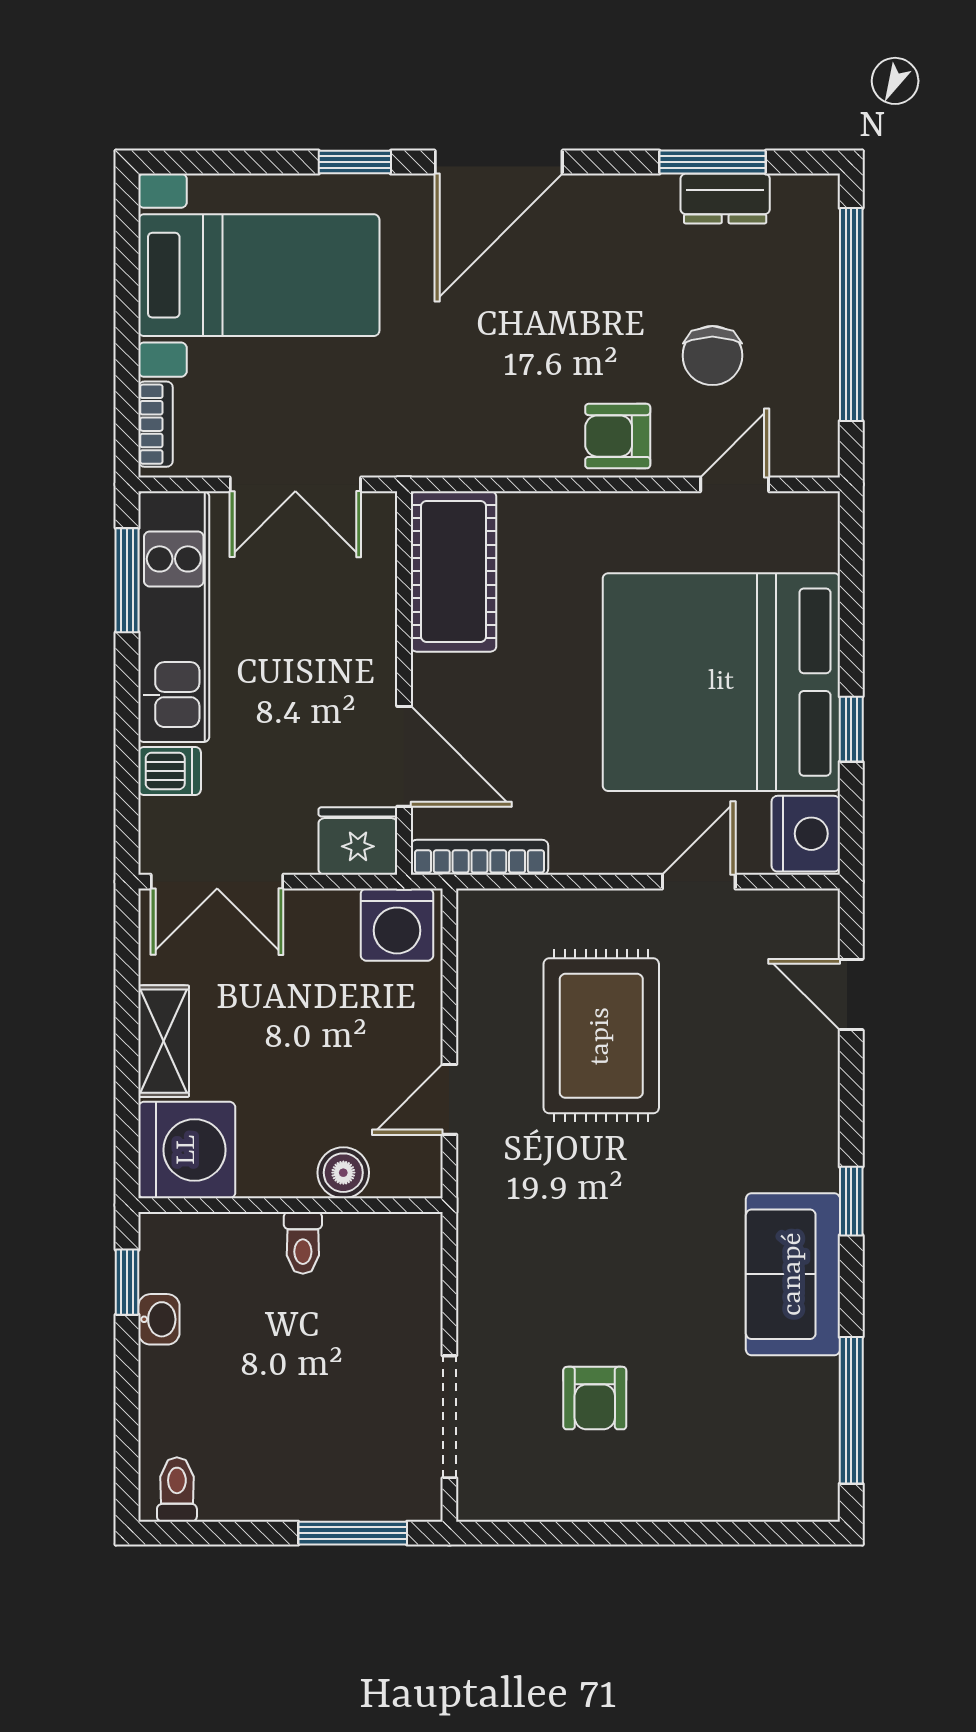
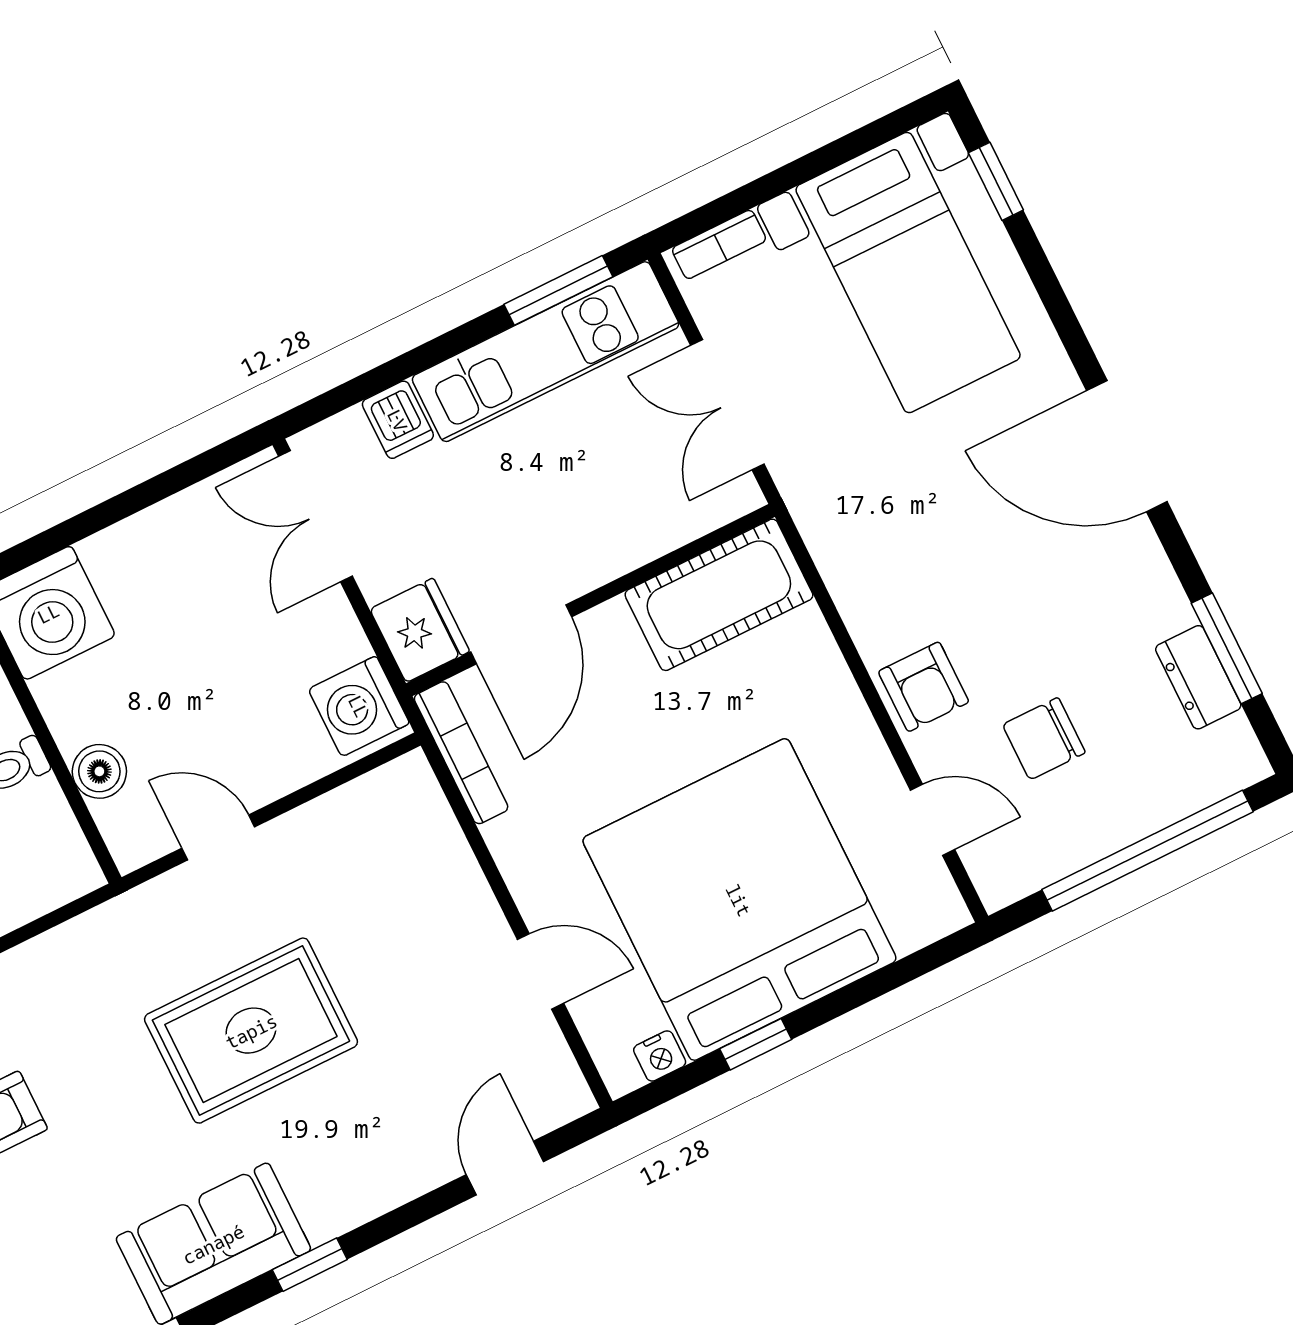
window: (355, 162) -> (996, 181), moved
armchair: (618, 436) -> (924, 687), turned 180
nightstand: (806, 834) -> (660, 1056), width x0.53, depth x0.56
rug: (601, 1036) -> (251, 1031), moved
shelving: (164, 1041) -> (140, 540), removed

